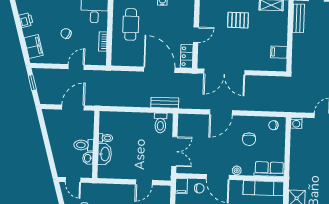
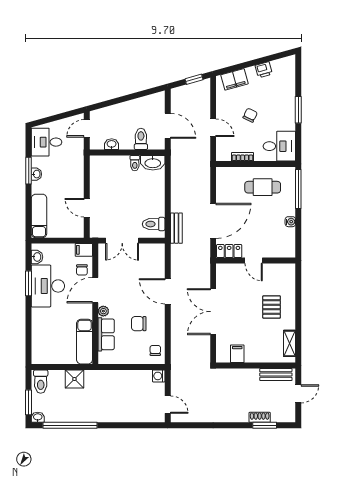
double door: (224, 72) -> (213, 312), moved
toilet: (84, 145) -> (141, 139), moved
washbasin: (105, 154) -> (153, 163), moved
row of seats: (269, 169) -> (106, 334), moved

